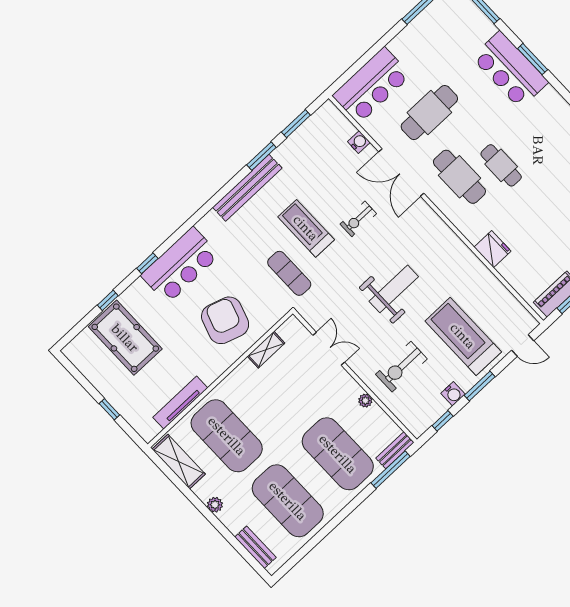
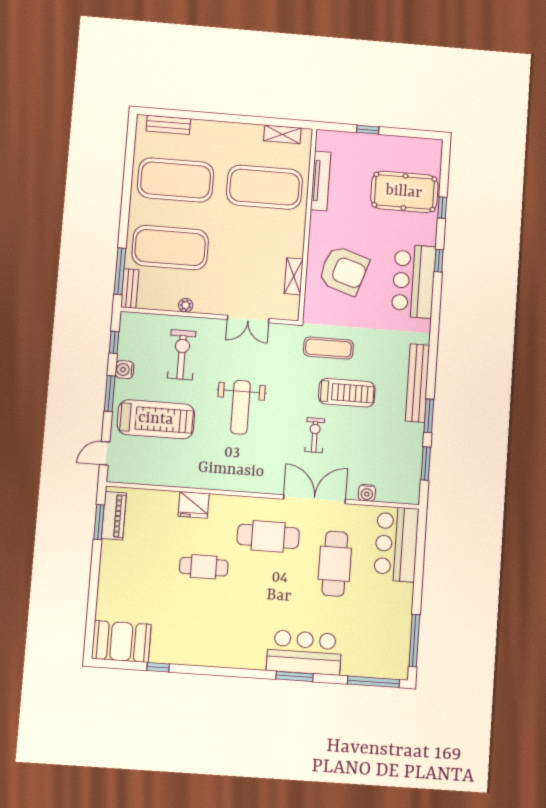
cafe table: (501, 165) -> (204, 567), moved
shelving: (179, 462) -> (282, 134), width x0.67, depth x0.75
plant: (215, 505) -> (227, 129), removed

